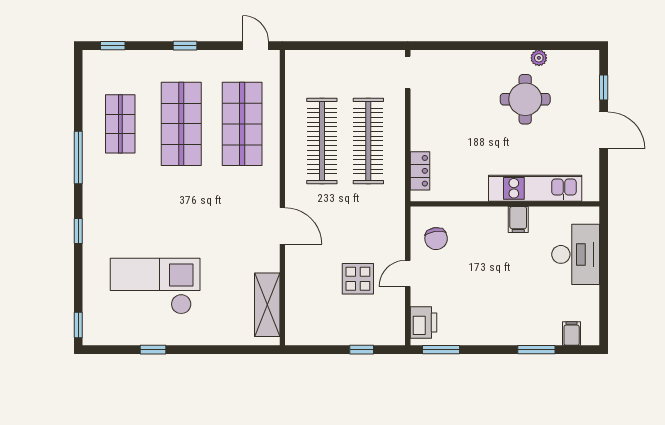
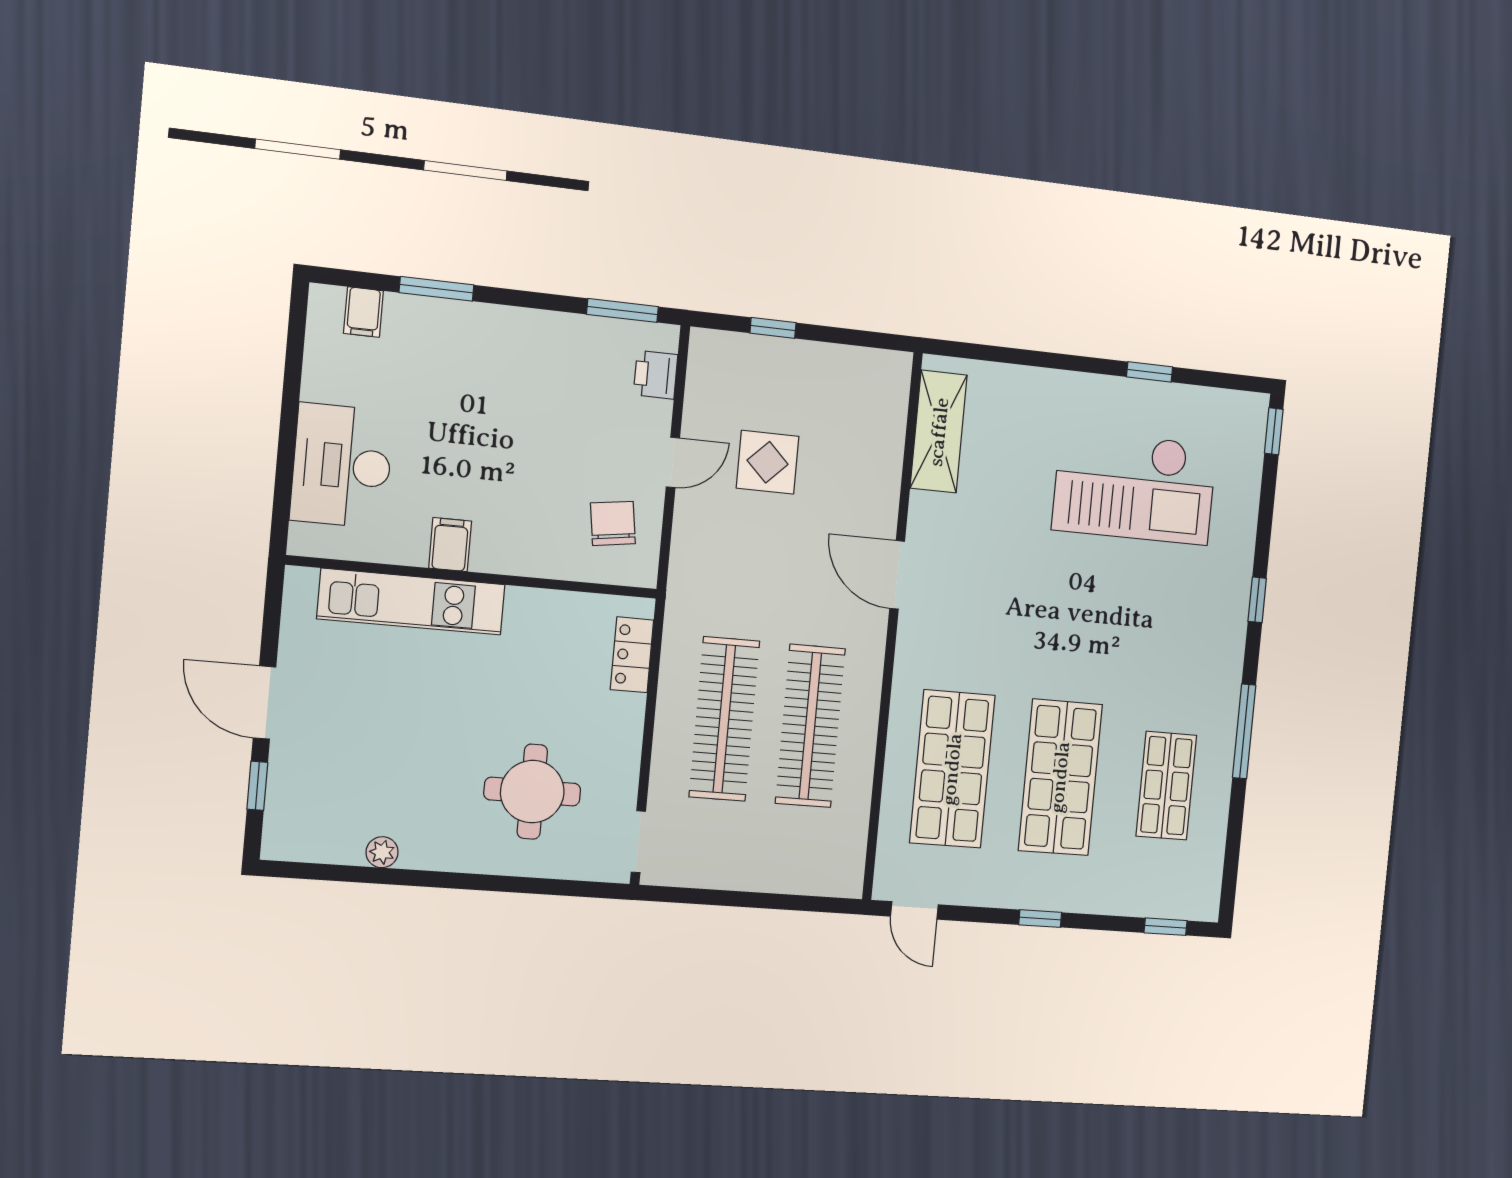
round table: (525, 99) -> (532, 792), moved
printer: (423, 322) -> (656, 375), width x0.73, depth x0.81

